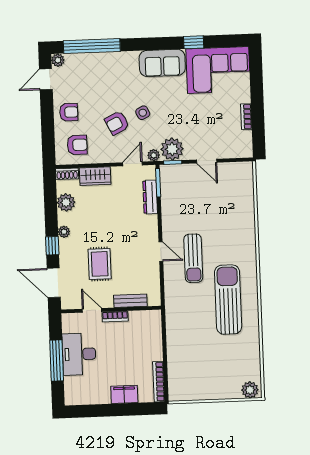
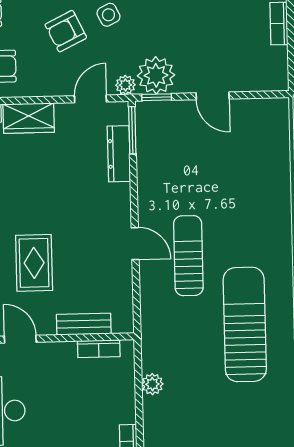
sun lounger: (193, 258) -> (188, 256), turned 180
bookcase: (115, 316) -> (99, 349), moved
plant: (173, 337) -> (152, 384), added

